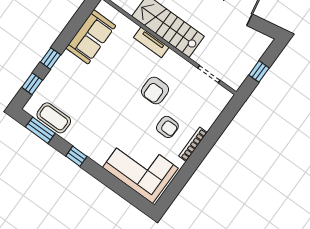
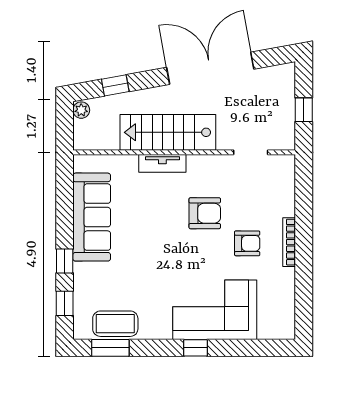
sofa: (91, 37) -> (92, 217), width x1.36
armchair: (155, 91) -> (205, 213), turned -90
window: (76, 156) -> (195, 348), moved
corner sofa: (140, 168) -> (215, 310), moved

